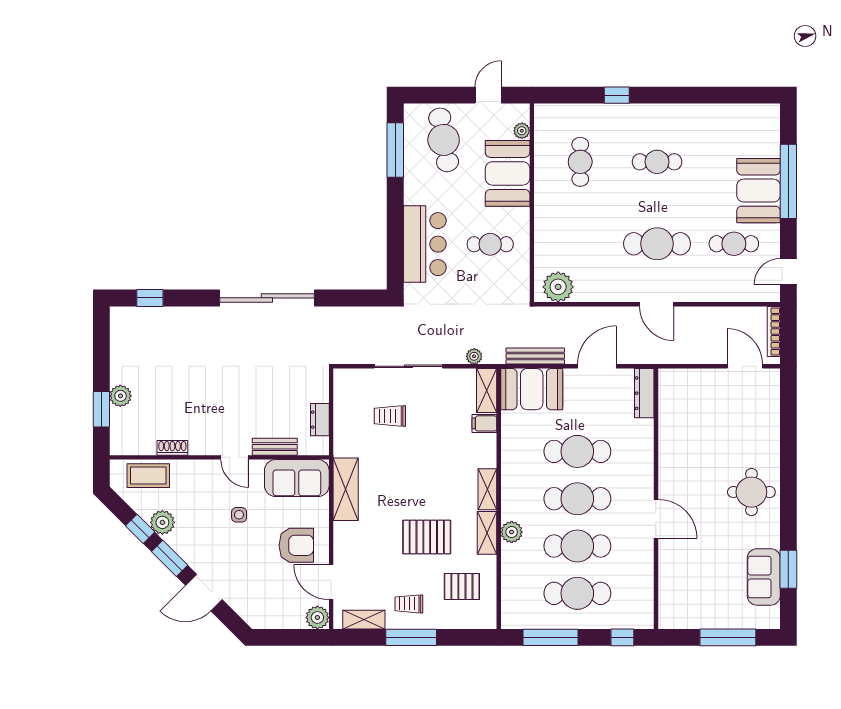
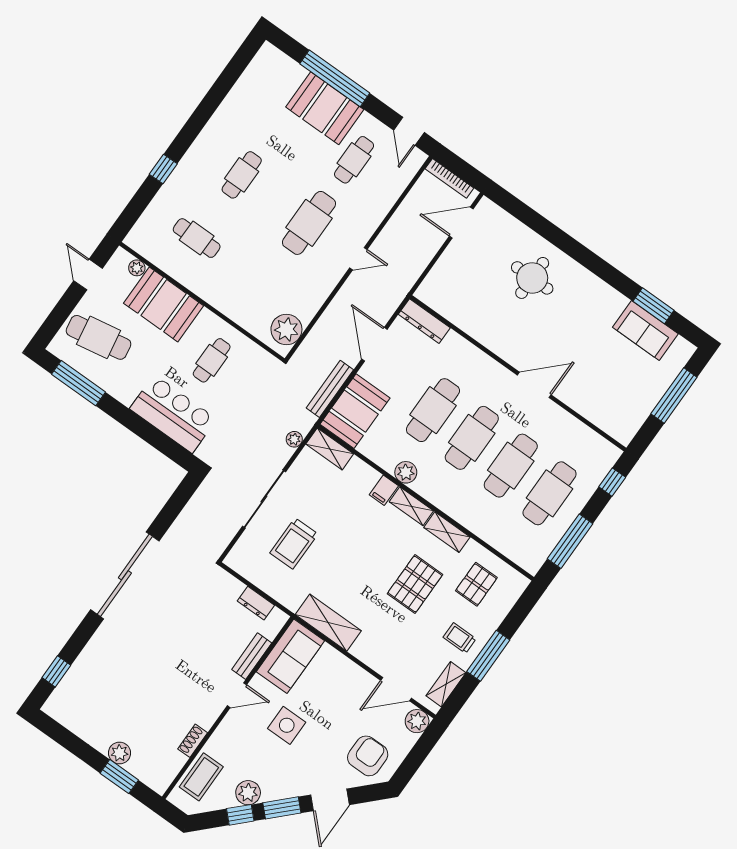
door: (657, 304) -> (358, 259), width x0.73
trolley: (390, 416) -> (294, 543), width x1.36, depth x1.39
filing cabinet: (484, 423) -> (384, 490), moved
round table: (751, 492) -> (532, 278), moved
side table: (239, 515) -> (287, 725), width x1.87, depth x1.87
plant: (512, 532) -> (406, 472), moved
armchair: (296, 545) -> (368, 756), moved
trolley: (409, 604) -> (459, 638), turned 90

